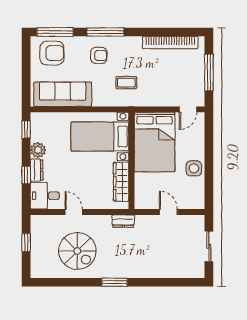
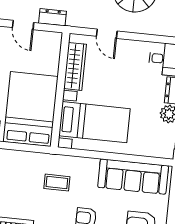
door: (74, 212) -> (107, 34), moved
dresser: (123, 221) -> (53, 17), moved

